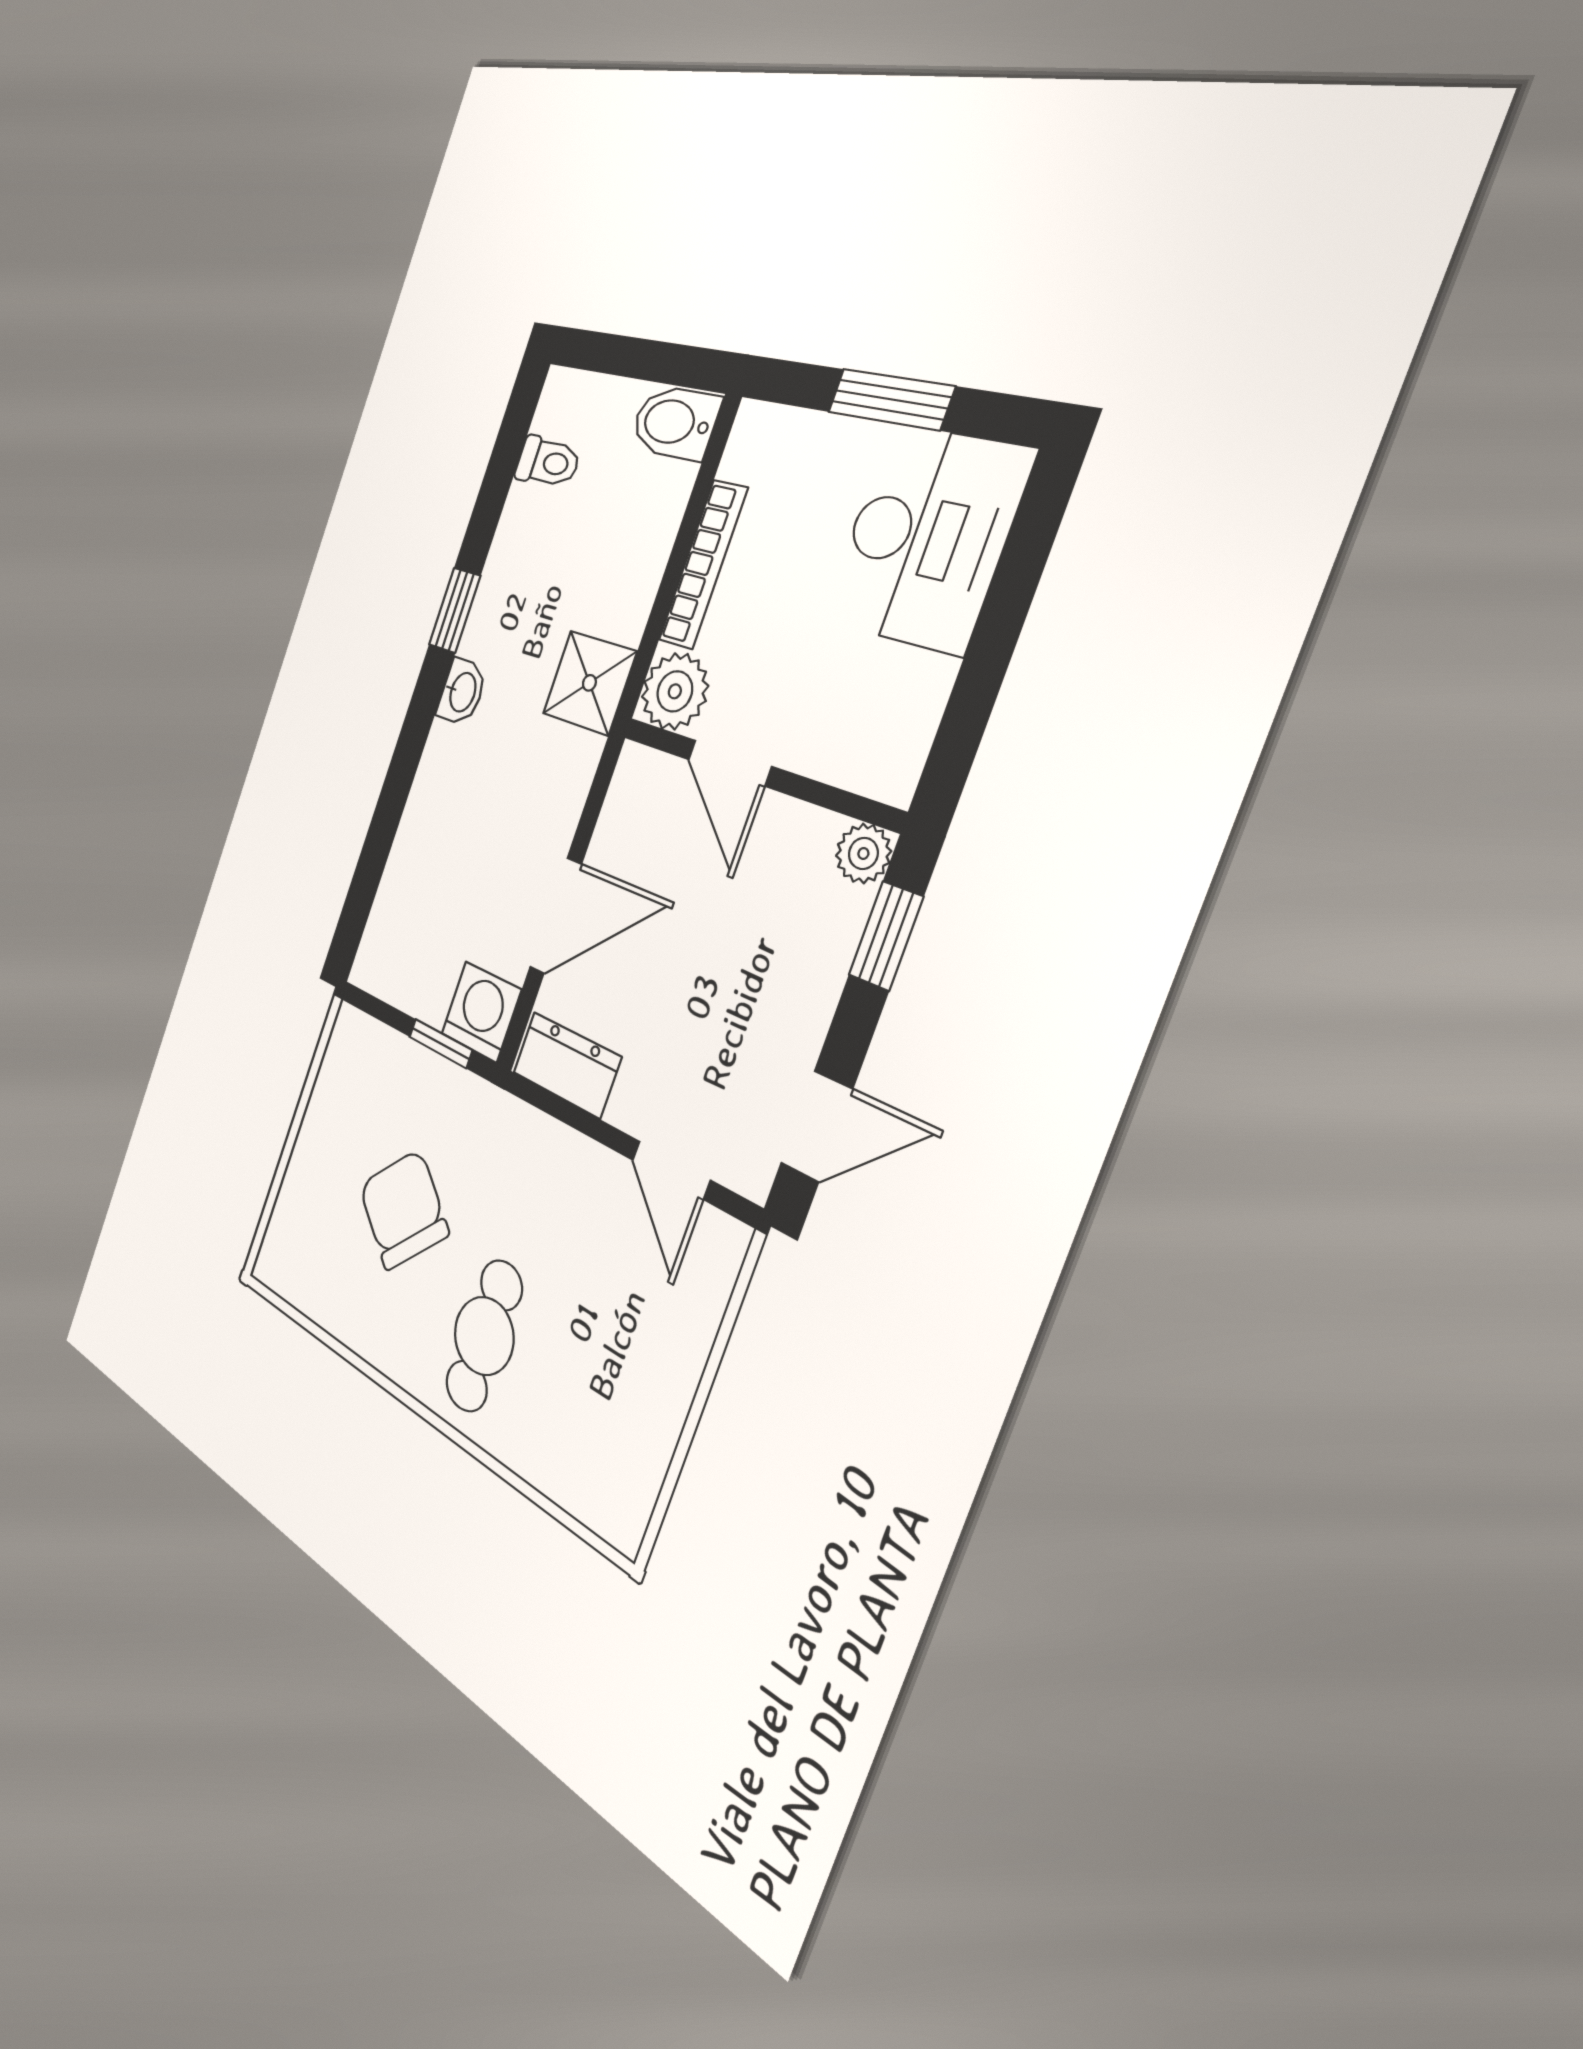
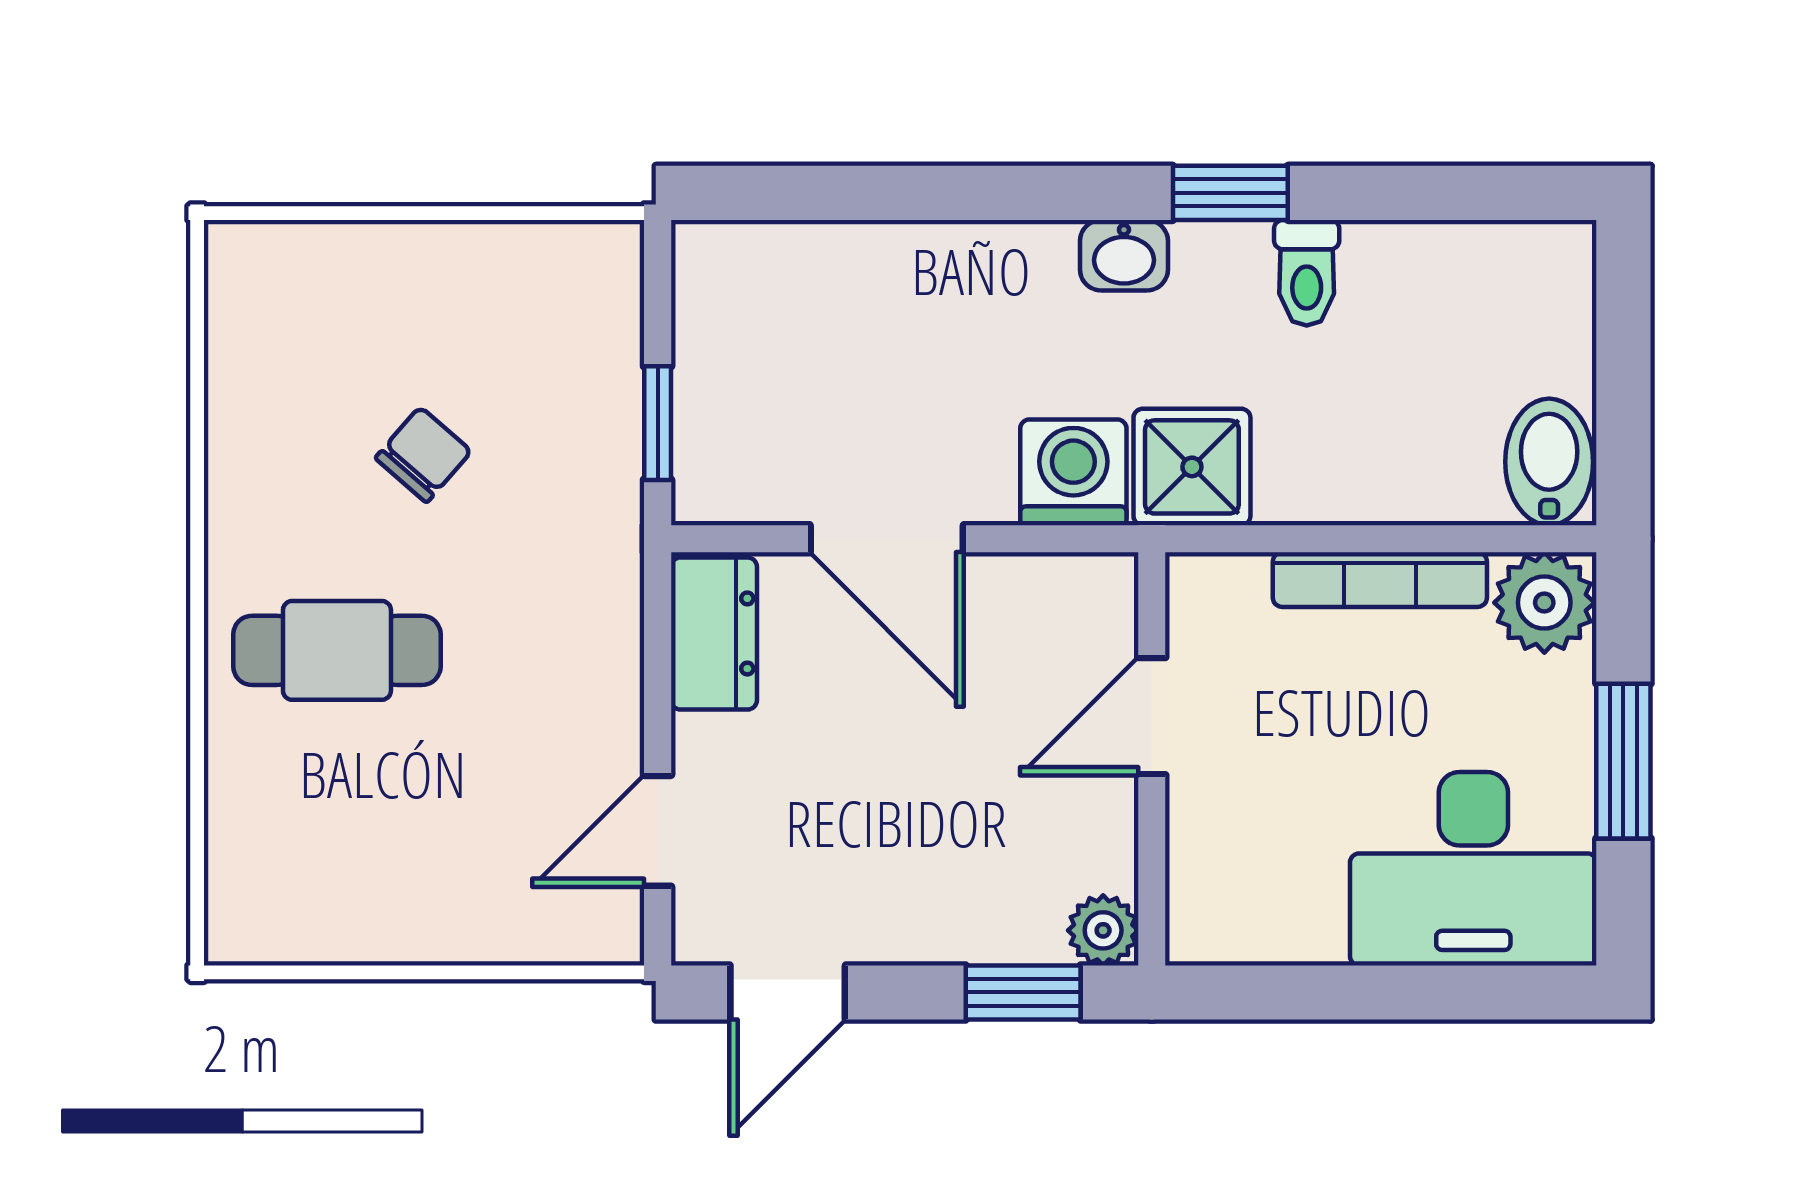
toilet: (548, 462) -> (1307, 273), moved
plant: (675, 691) -> (1544, 603), moved
washing machine: (481, 1012) -> (1073, 472), moved, turned -90
door: (817, 1126) -> (788, 992), hinge flipped
chair: (403, 1210) -> (423, 455), width x0.54, depth x0.54

